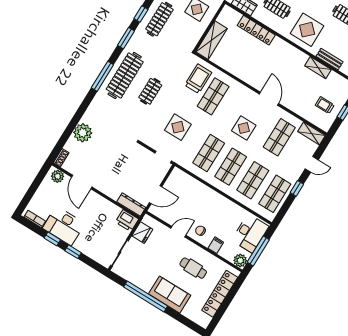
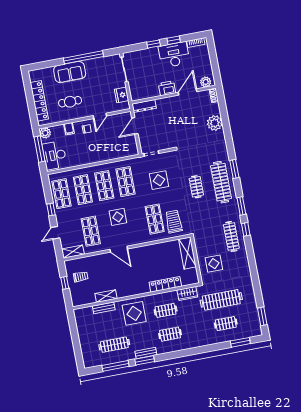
window: (102, 76) -> (234, 169), width x0.69
trolley: (198, 79) -> (174, 222), turned 180
door: (82, 182) -> (188, 92), hinge flipped
printer: (127, 221) -> (167, 88), moved

